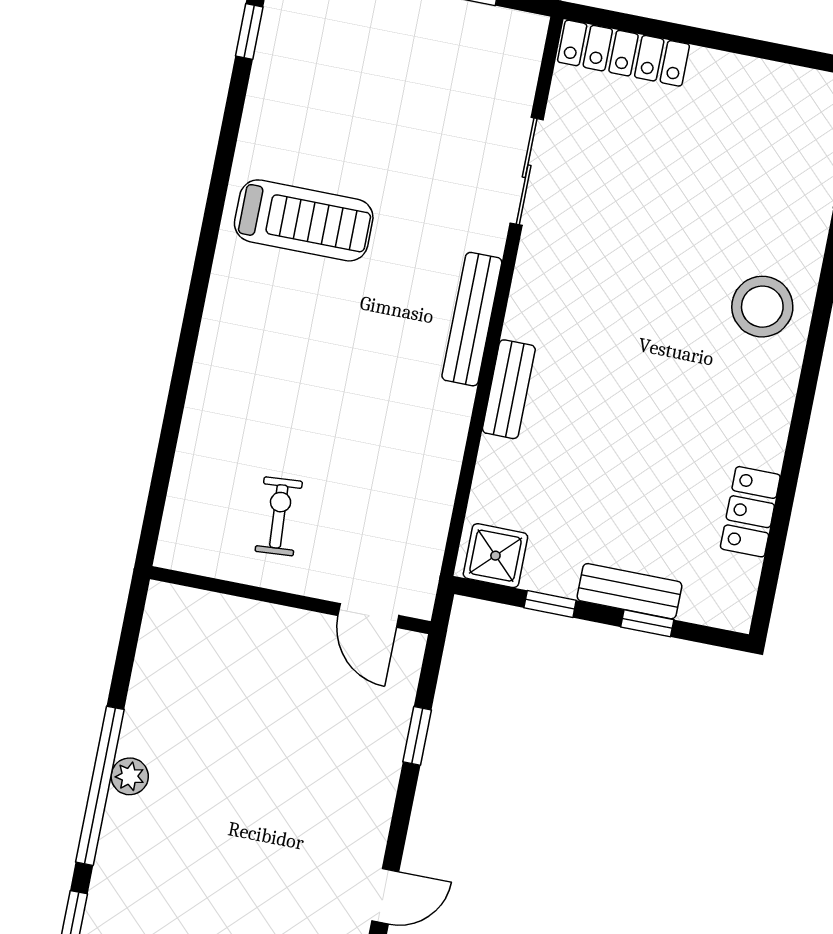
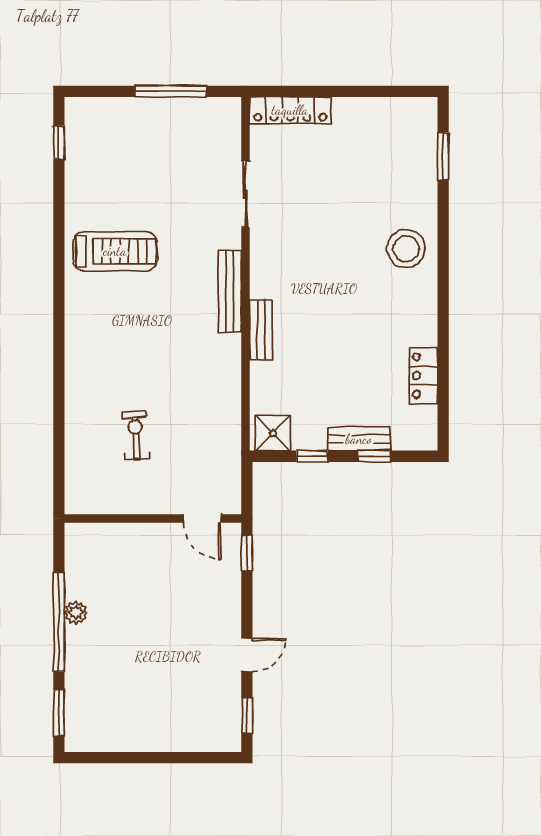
wall: (290, 600) -> (153, 518), moved
door: (368, 616) -> (202, 518), moved

